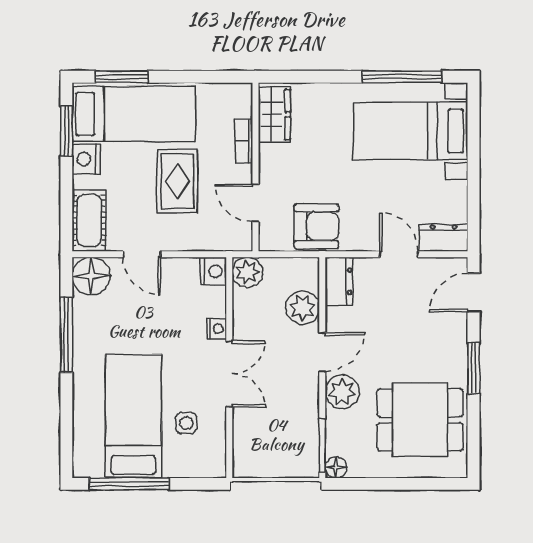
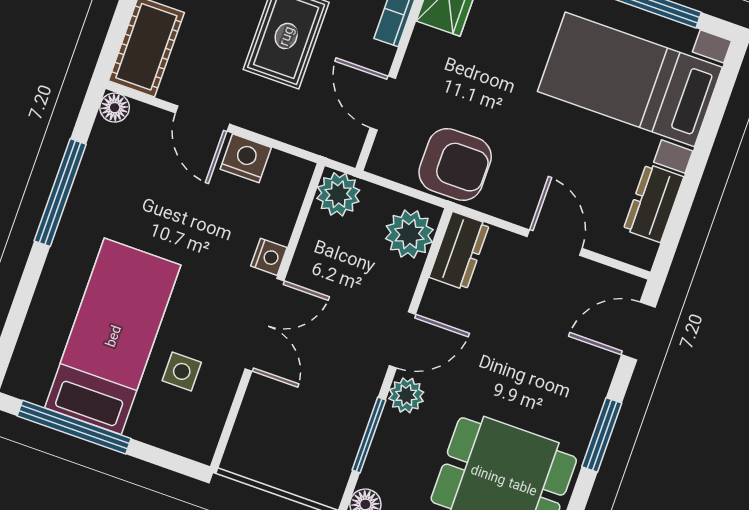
dresser: (443, 238) -> (653, 203), moved, turned -90
nightstand: (213, 271) -> (246, 158), moved, turned -90
floor lamp: (91, 276) -> (115, 108), width x0.53, depth x0.53
plant: (303, 308) -> (409, 234), moved
plant: (342, 392) -> (406, 395), width x0.73, depth x0.73
window: (322, 446) -> (369, 435), moved

